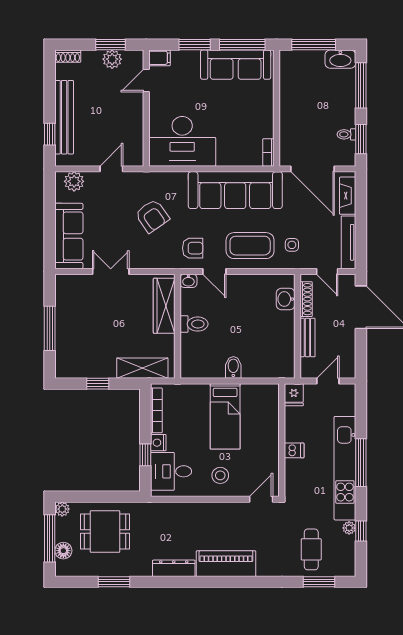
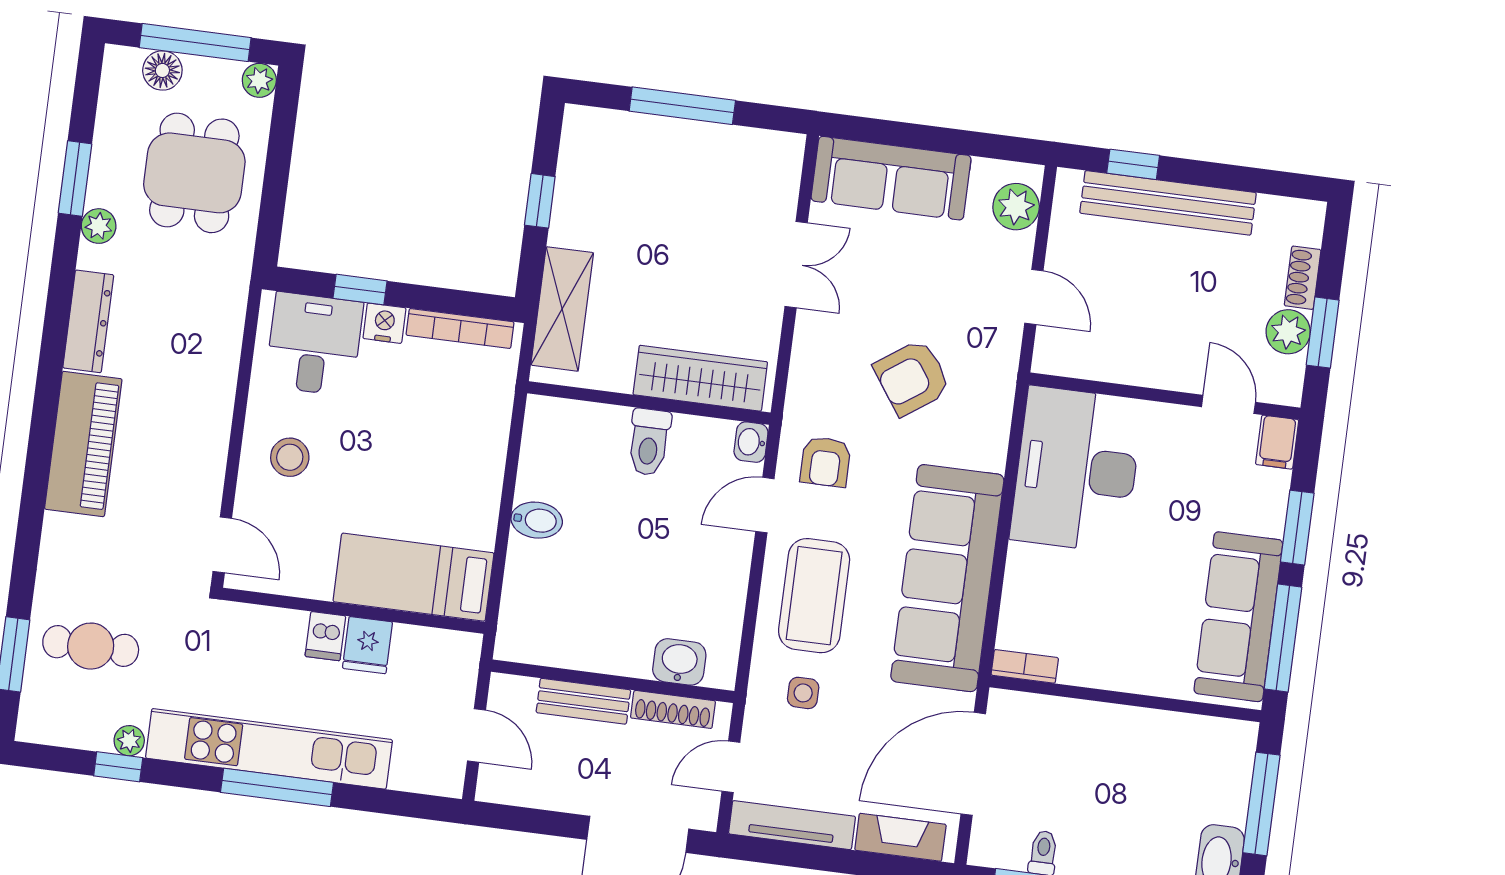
shoe rack: (68, 56) -> (1303, 278), moved
fridge: (294, 395) -> (367, 645), moved, turned -90
bed: (225, 416) -> (413, 577), moved
plant: (133, 569) -> (99, 226), added

